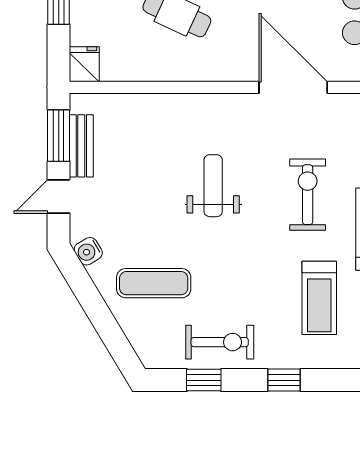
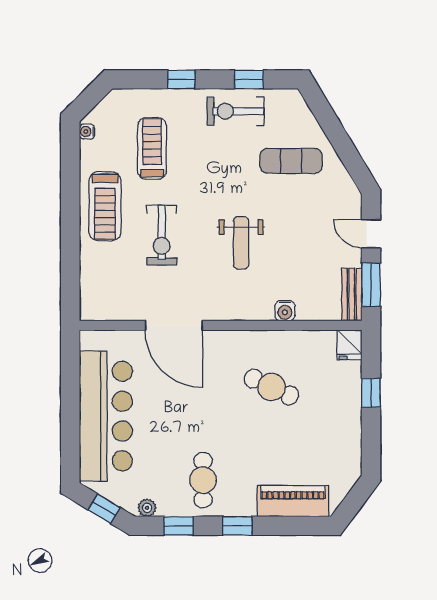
bench: (81, 146) -> (352, 295), moved
door: (59, 196) -> (371, 234), swing flipped
water cooler: (88, 251) -> (285, 311), moved, turned 121

